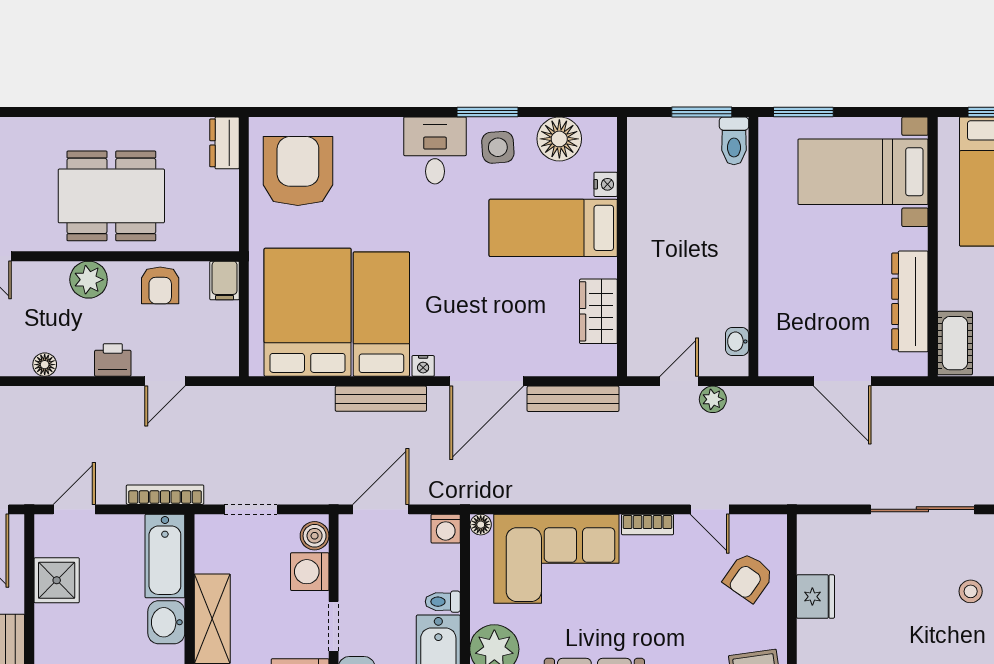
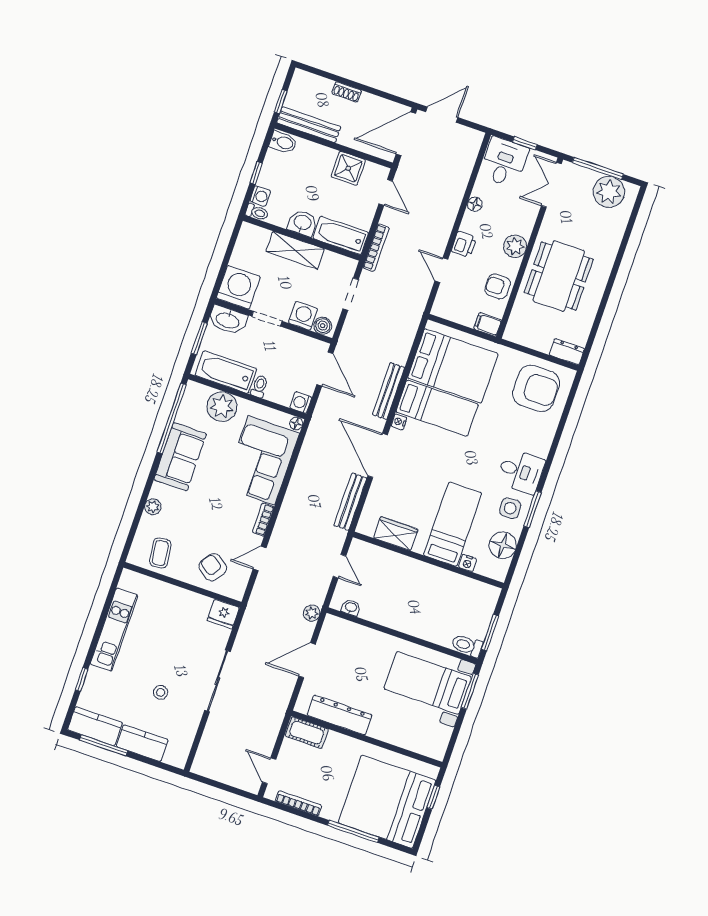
bed with nightstands: (863, 172) -> (428, 683), moved, turned -90
plant: (713, 399) -> (312, 613), moved
fridge: (815, 597) -> (223, 614), moved

